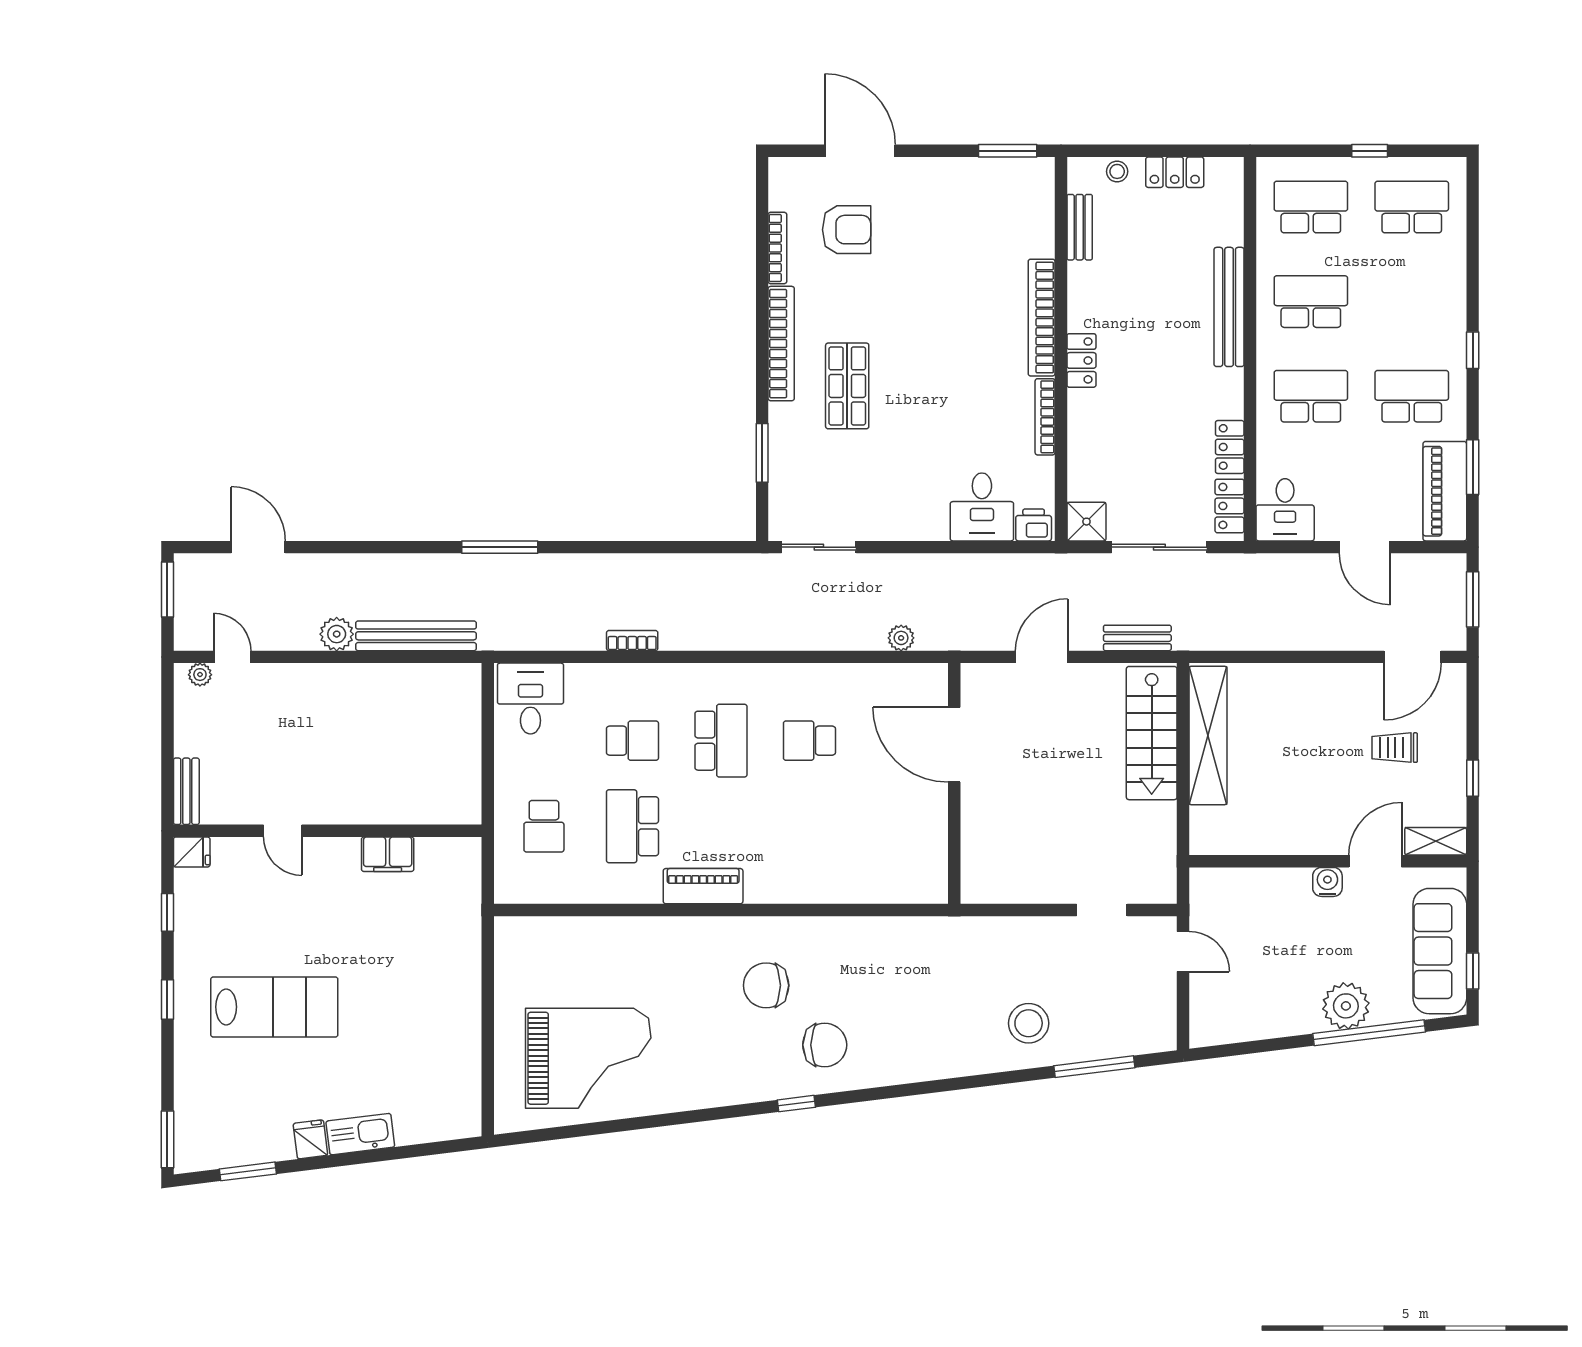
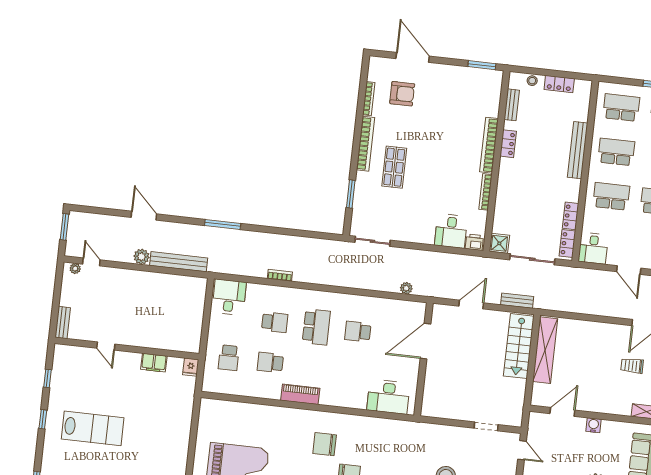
locker: (1081, 360) -> (508, 144), moved
door: (258, 547) -> (144, 216), moved
door: (954, 745) -> (426, 341), hinge flipped
school desk: (632, 826) -> (270, 362), width x0.54
fridge: (192, 852) -> (191, 367), moved, turned 90
door: (1375, 861) -> (562, 412), moved
desk: (889, 870) -> (388, 397), added

